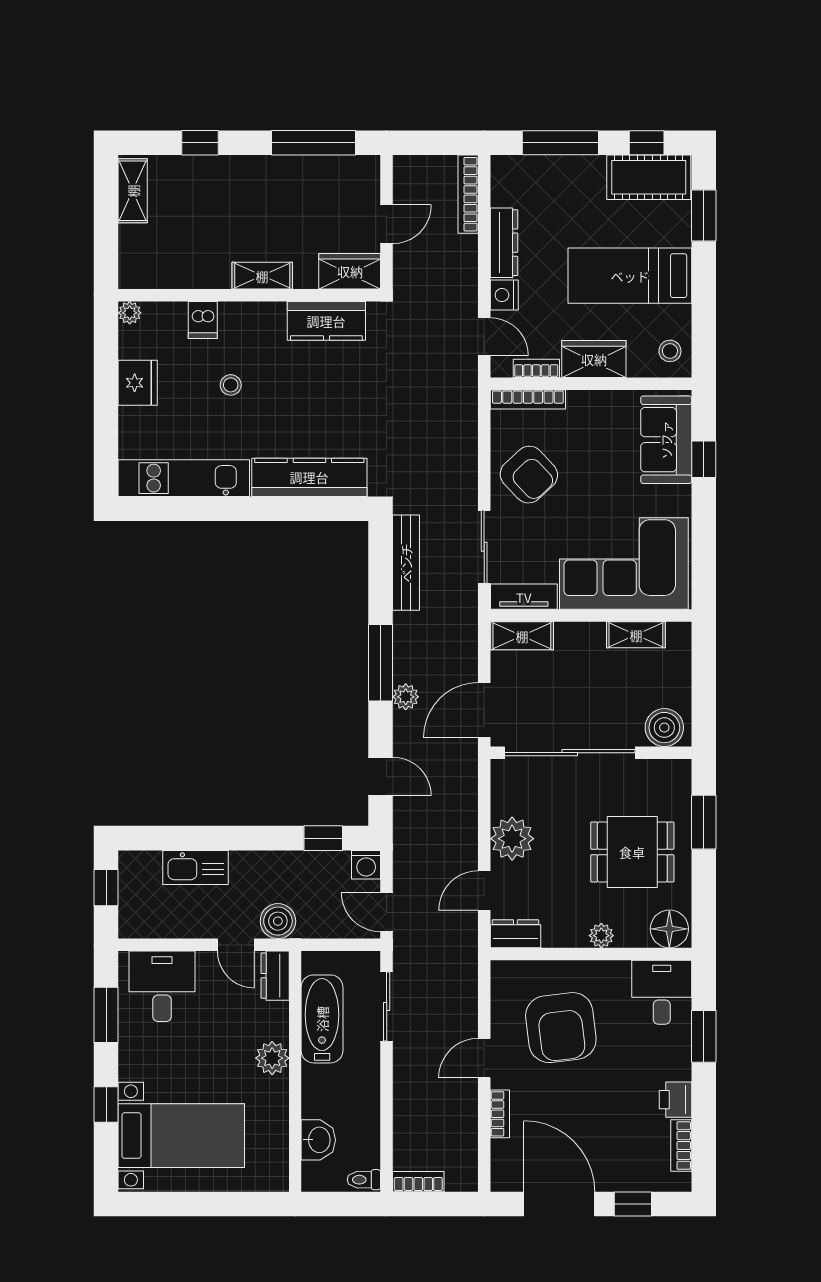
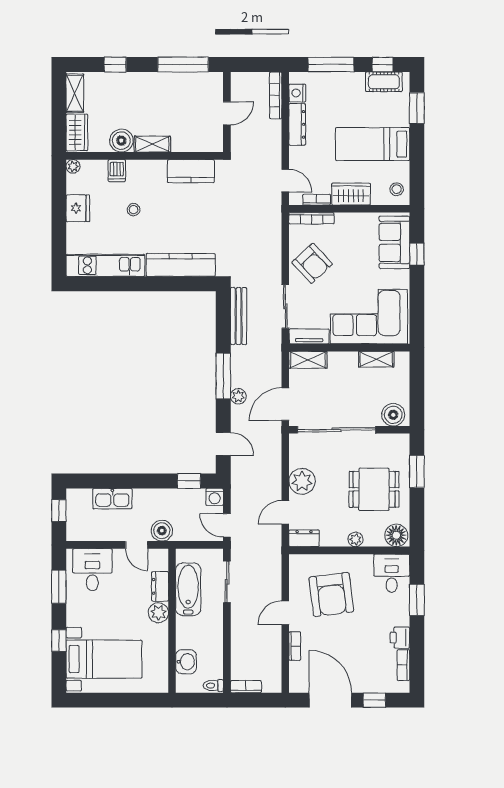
cot: (649, 177) -> (384, 82), width x0.73, depth x0.75
boiler: (210, 270) -> (121, 141), added
wardrobe: (350, 271) -> (77, 132), moved, turned 90
nightstand: (504, 295) -> (297, 93), moved
dresser: (275, 976) -> (160, 586), moved

